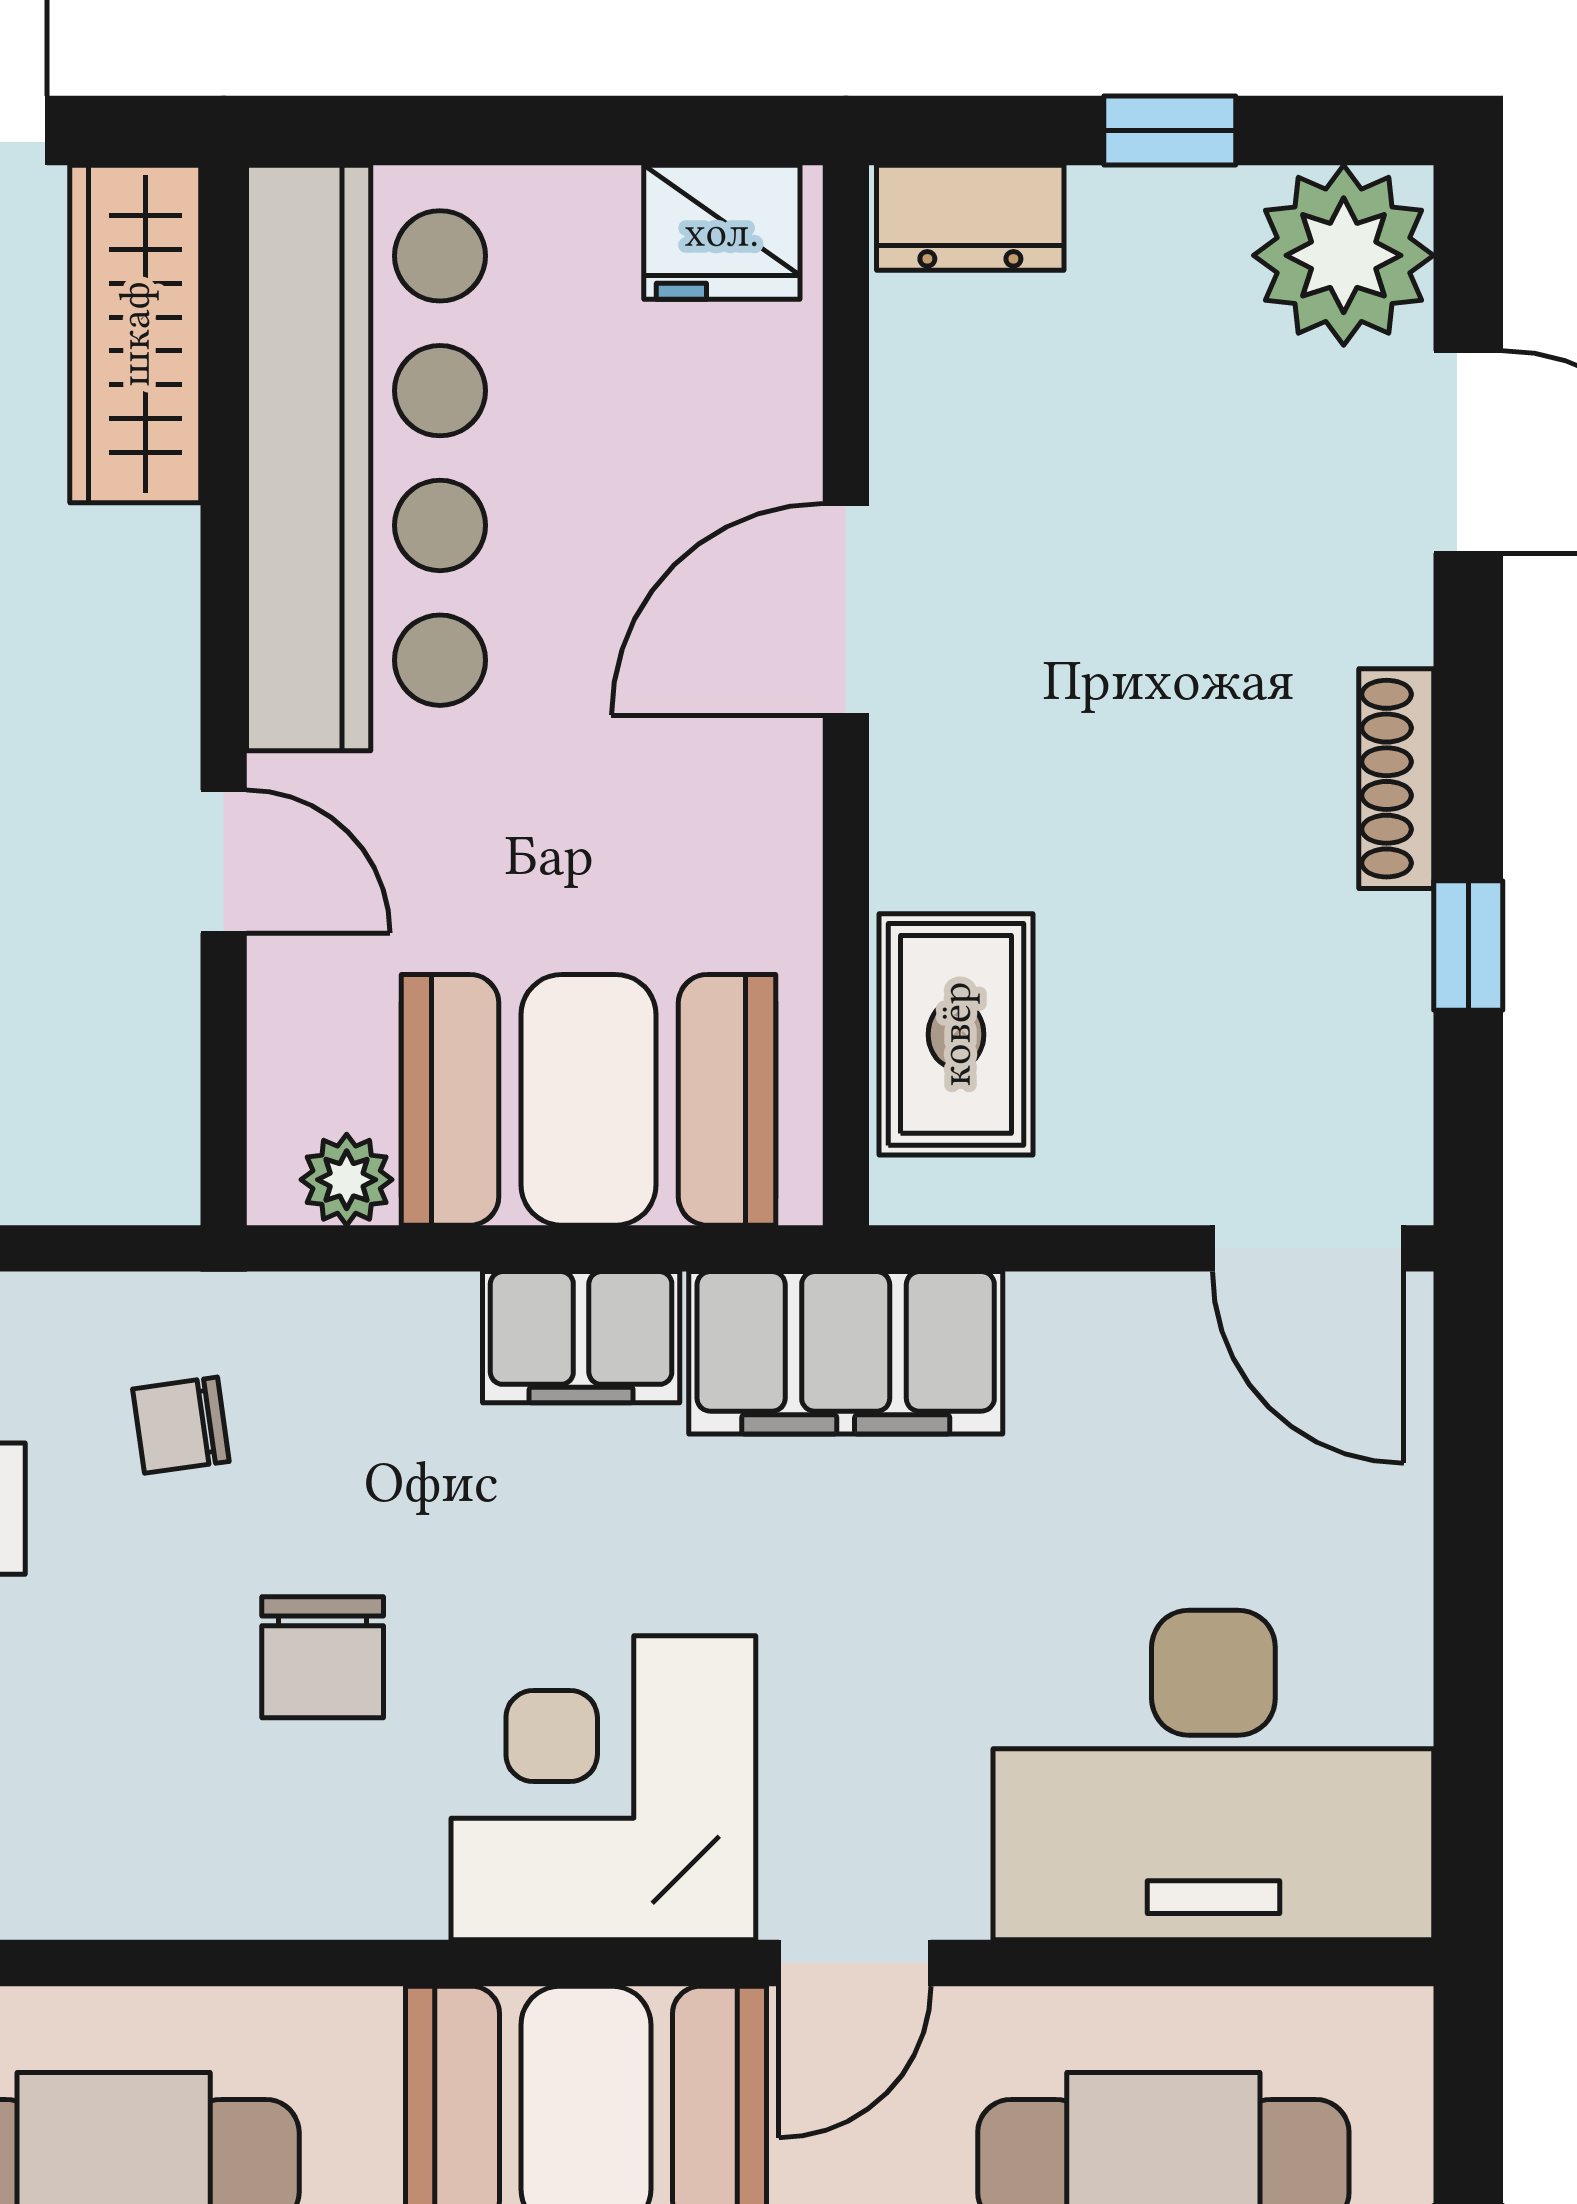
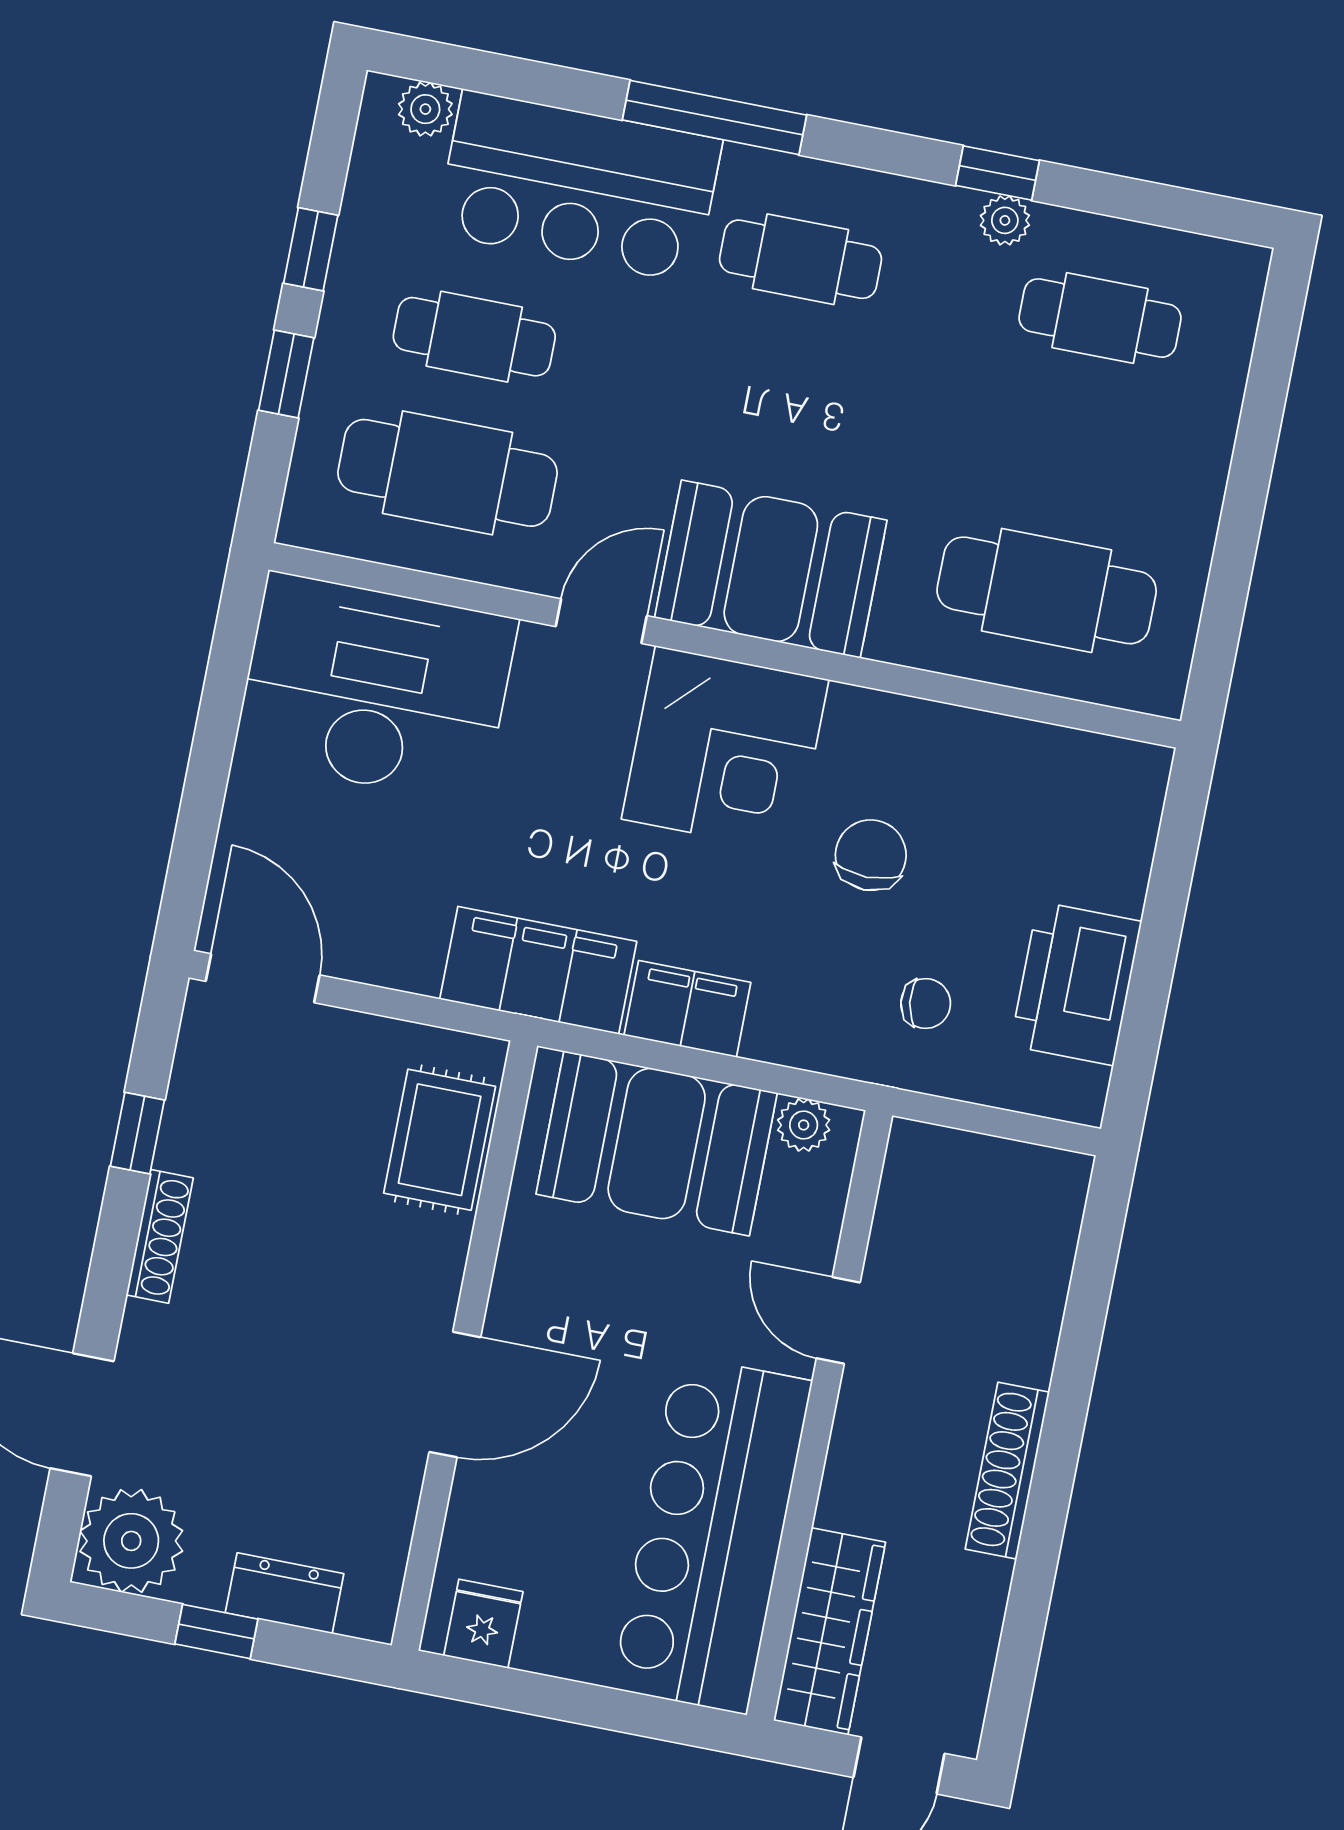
dresser: (970, 218) -> (285, 1593), moved
fridge: (722, 232) -> (483, 1624), width x0.72

